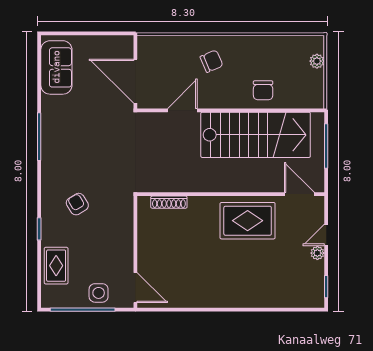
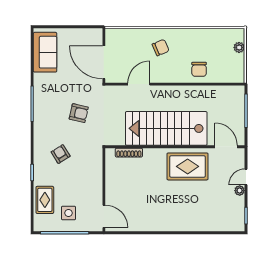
stairs: (256, 135) -> (166, 128), moved, turned 180
armchair: (102, 149) -> (79, 113), added
side table: (99, 293) -> (69, 213), moved

